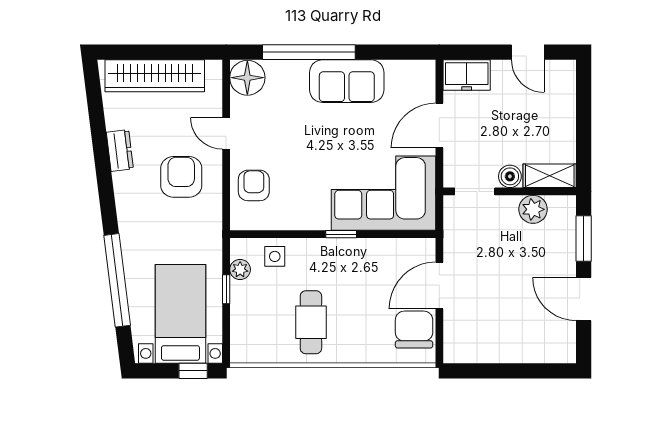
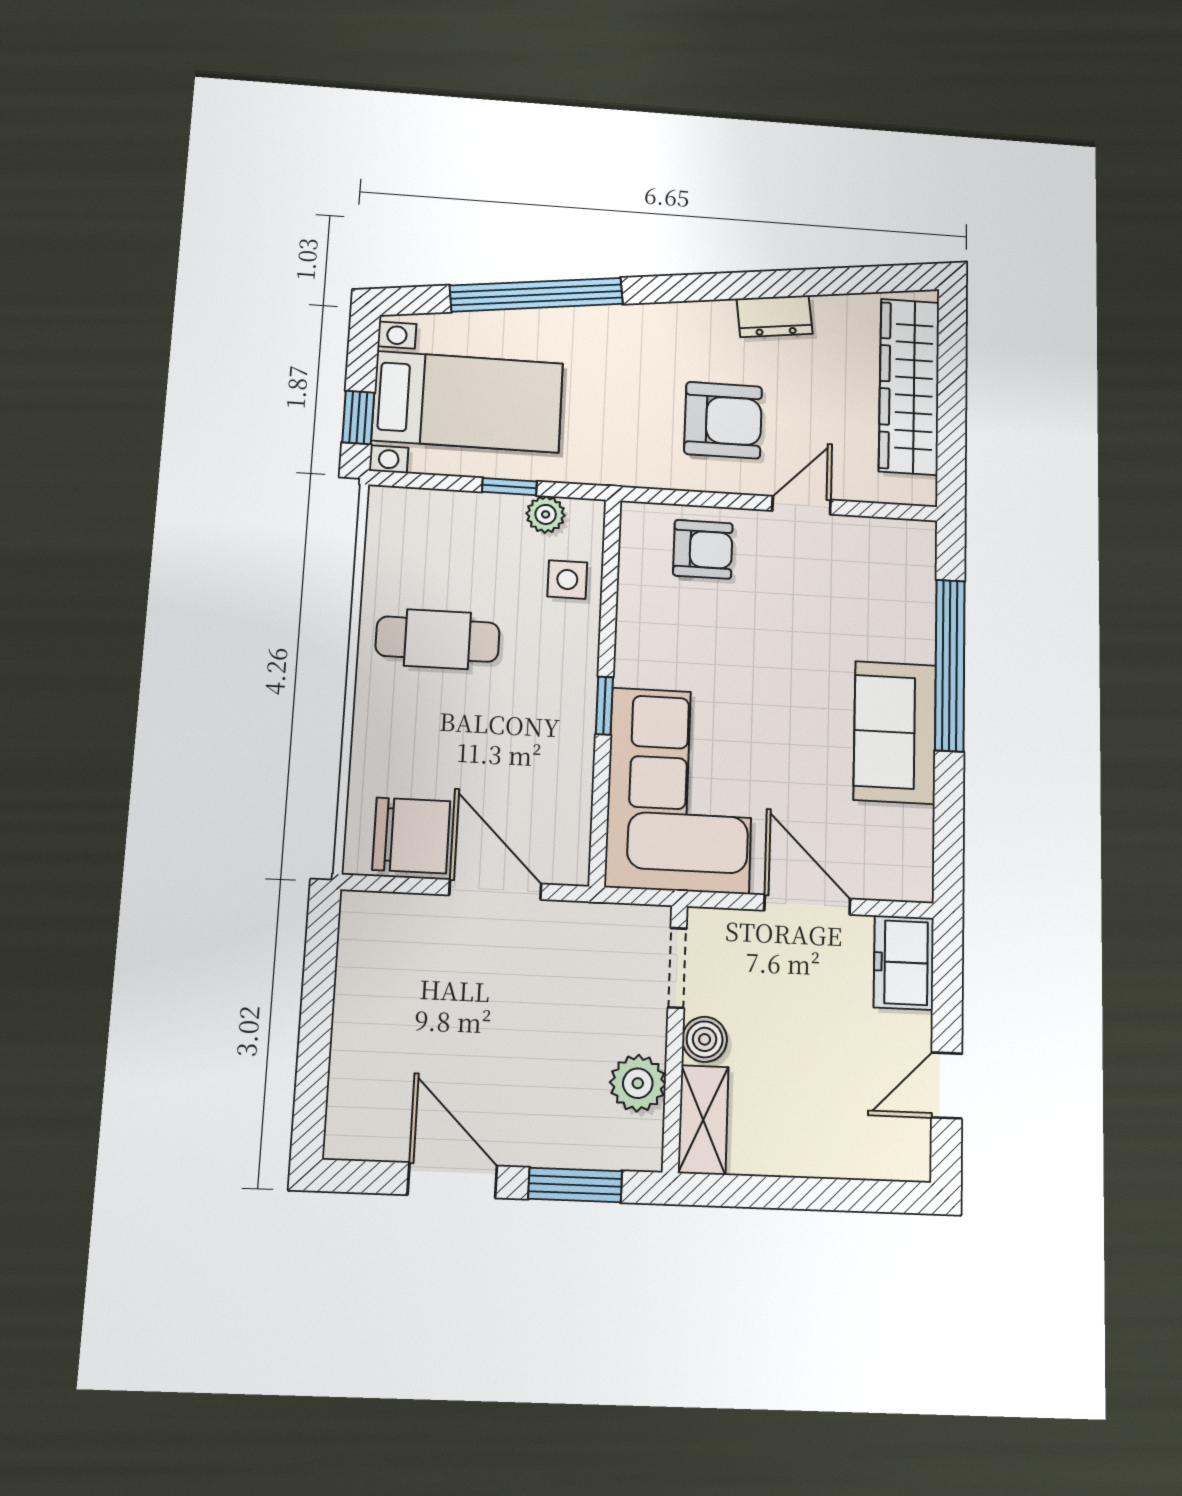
floor lamp: (247, 78) -> (904, 550), removed
door: (584, 299) -> (452, 1180), hinge flipped

